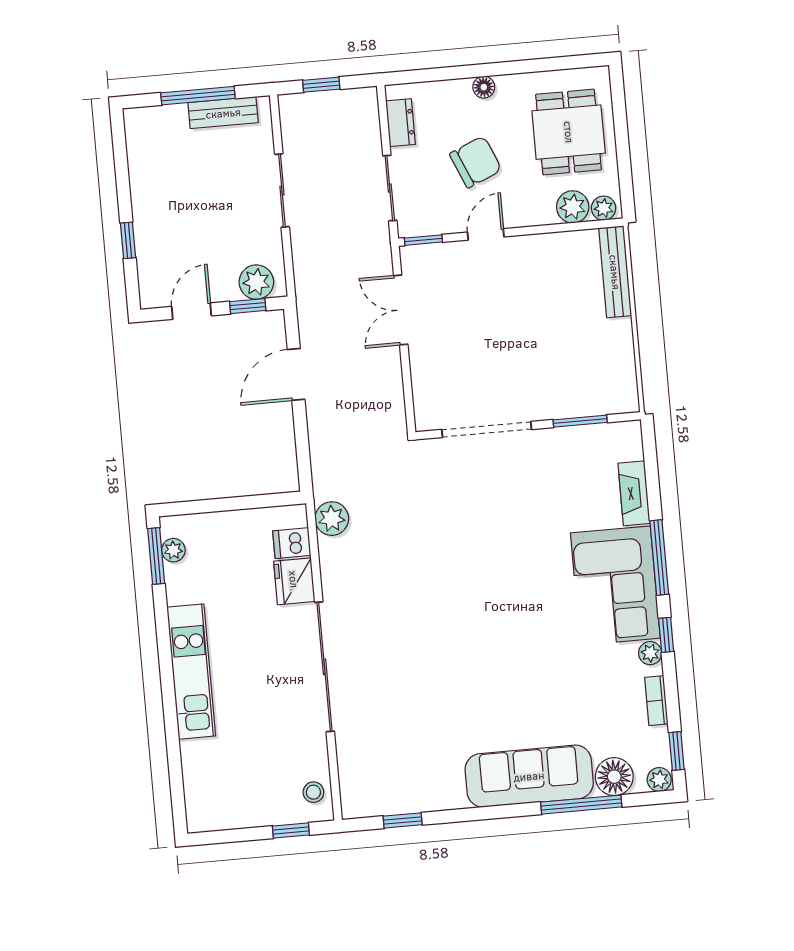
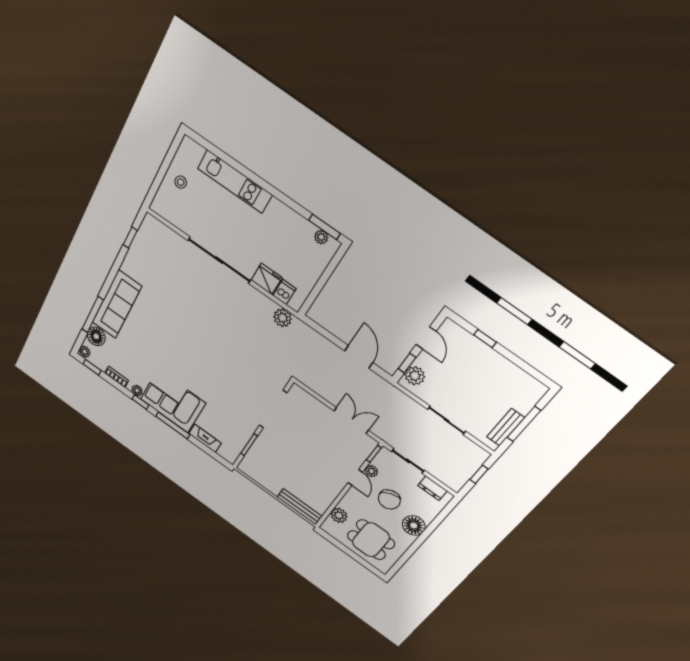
floor lamp: (484, 87) -> (414, 525), width x1.89, depth x1.89
plant: (604, 208) -> (371, 471), moved
kitchen unit: (191, 672) -> (235, 182), moved
stool: (313, 792) -> (181, 182), moved
window: (291, 830) -> (156, 184), removed

